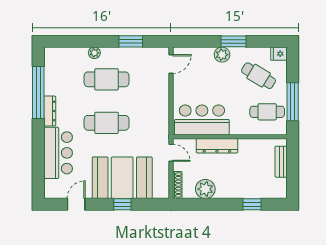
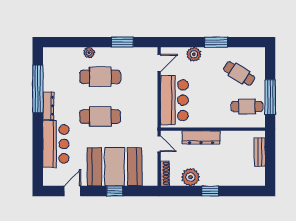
fridge: (279, 54) -> (258, 53), removed
plant: (222, 55) -> (194, 54), moved
bar counter: (202, 120) -> (174, 100), moved, turned 90
window: (252, 204) -> (210, 191), moved

